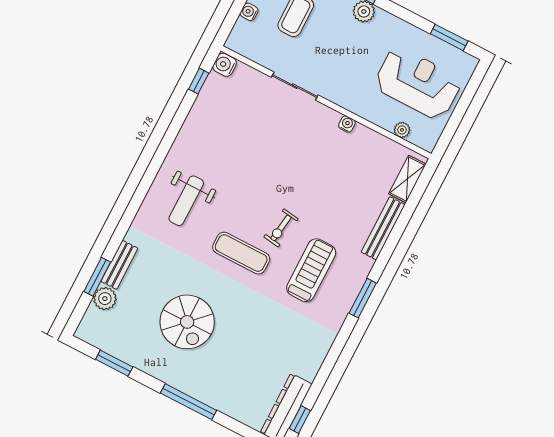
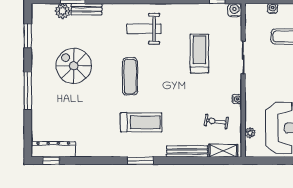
treadmill: (259, 143) -> (199, 54), added
exercise bike: (281, 228) -> (216, 122), moved
spiral stairs: (187, 322) -> (74, 66), turned 90

